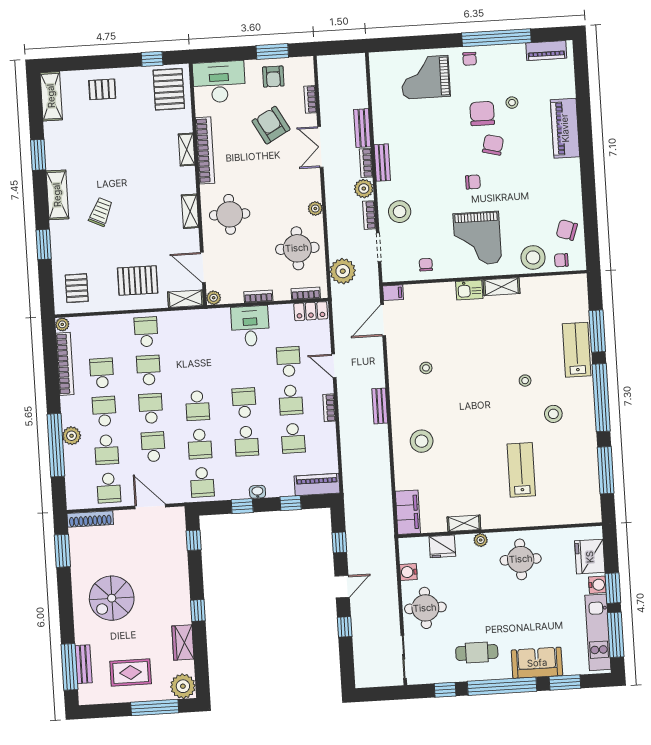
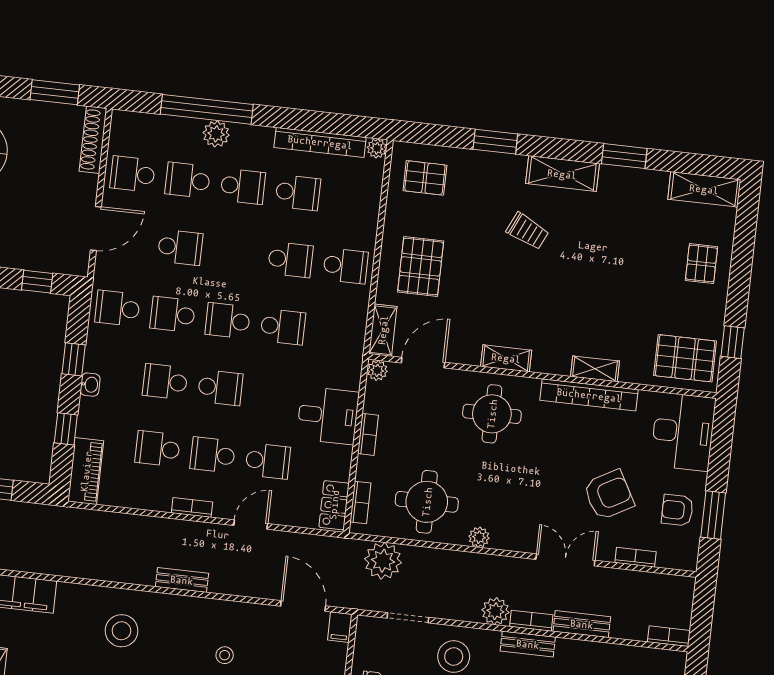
bookcase: (369, 215) -> (669, 636), moved
school desk: (151, 408) -> (283, 327), moved

